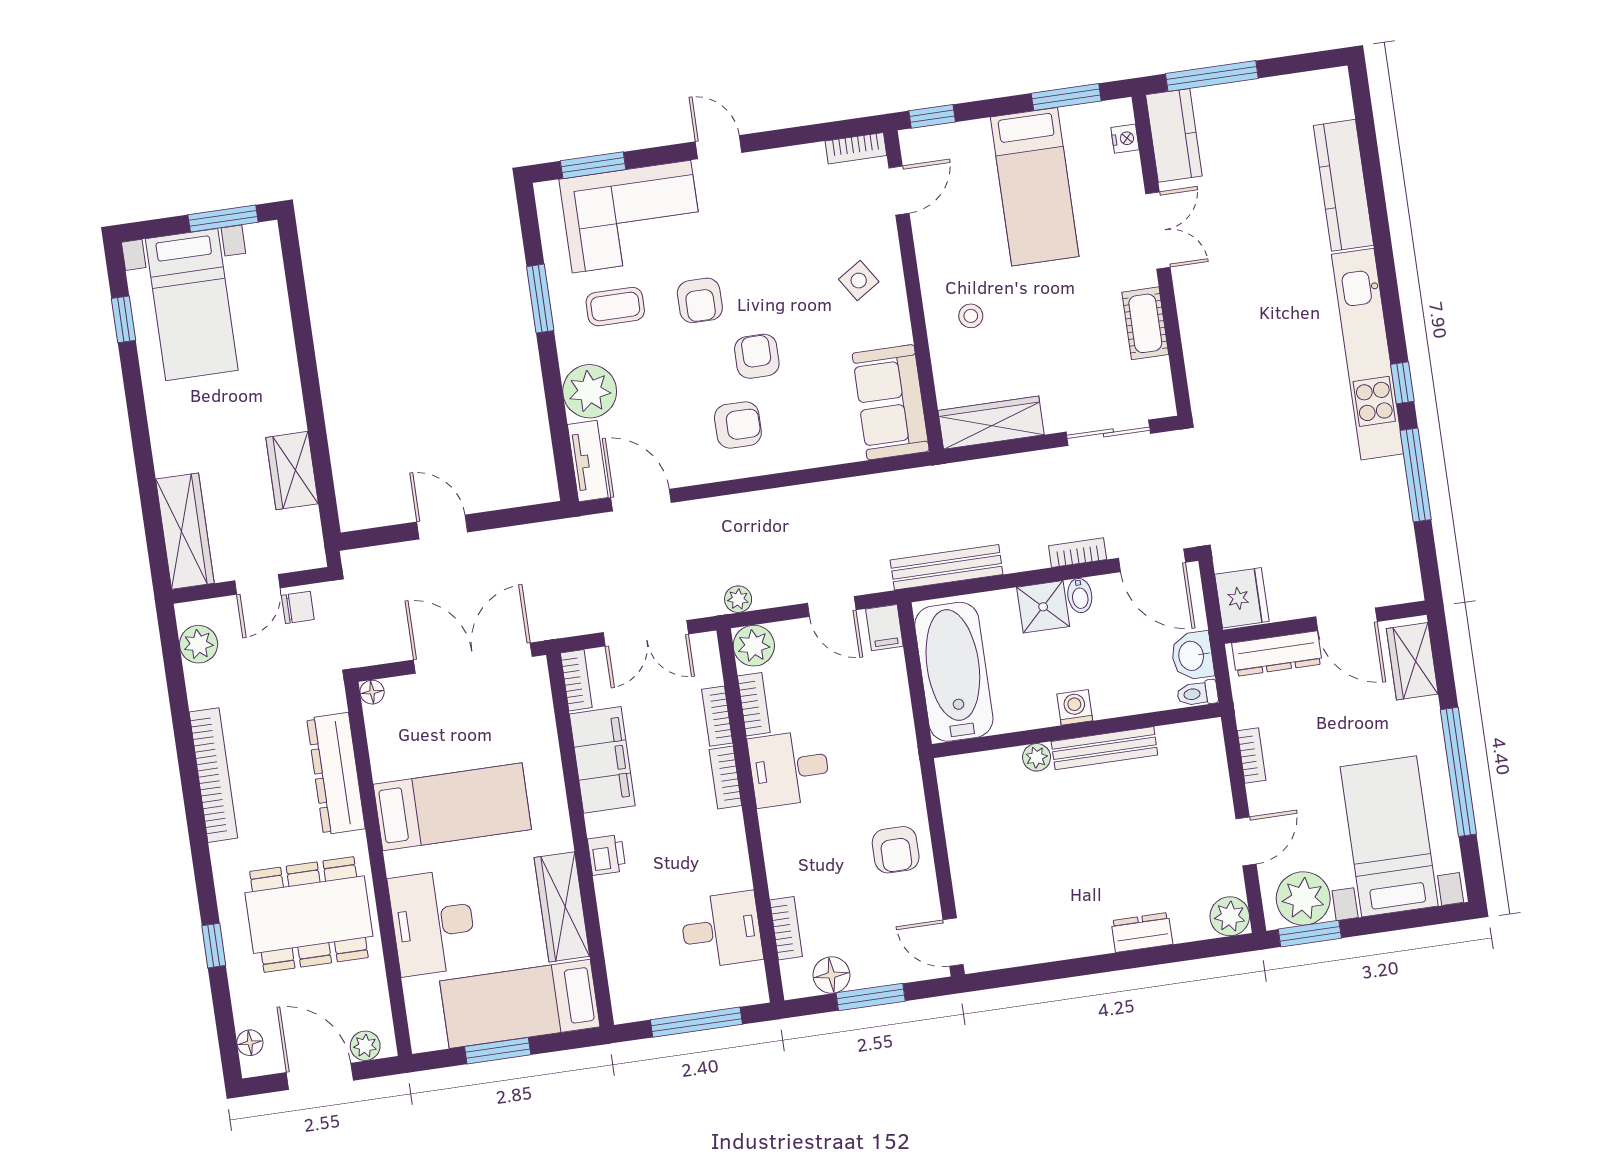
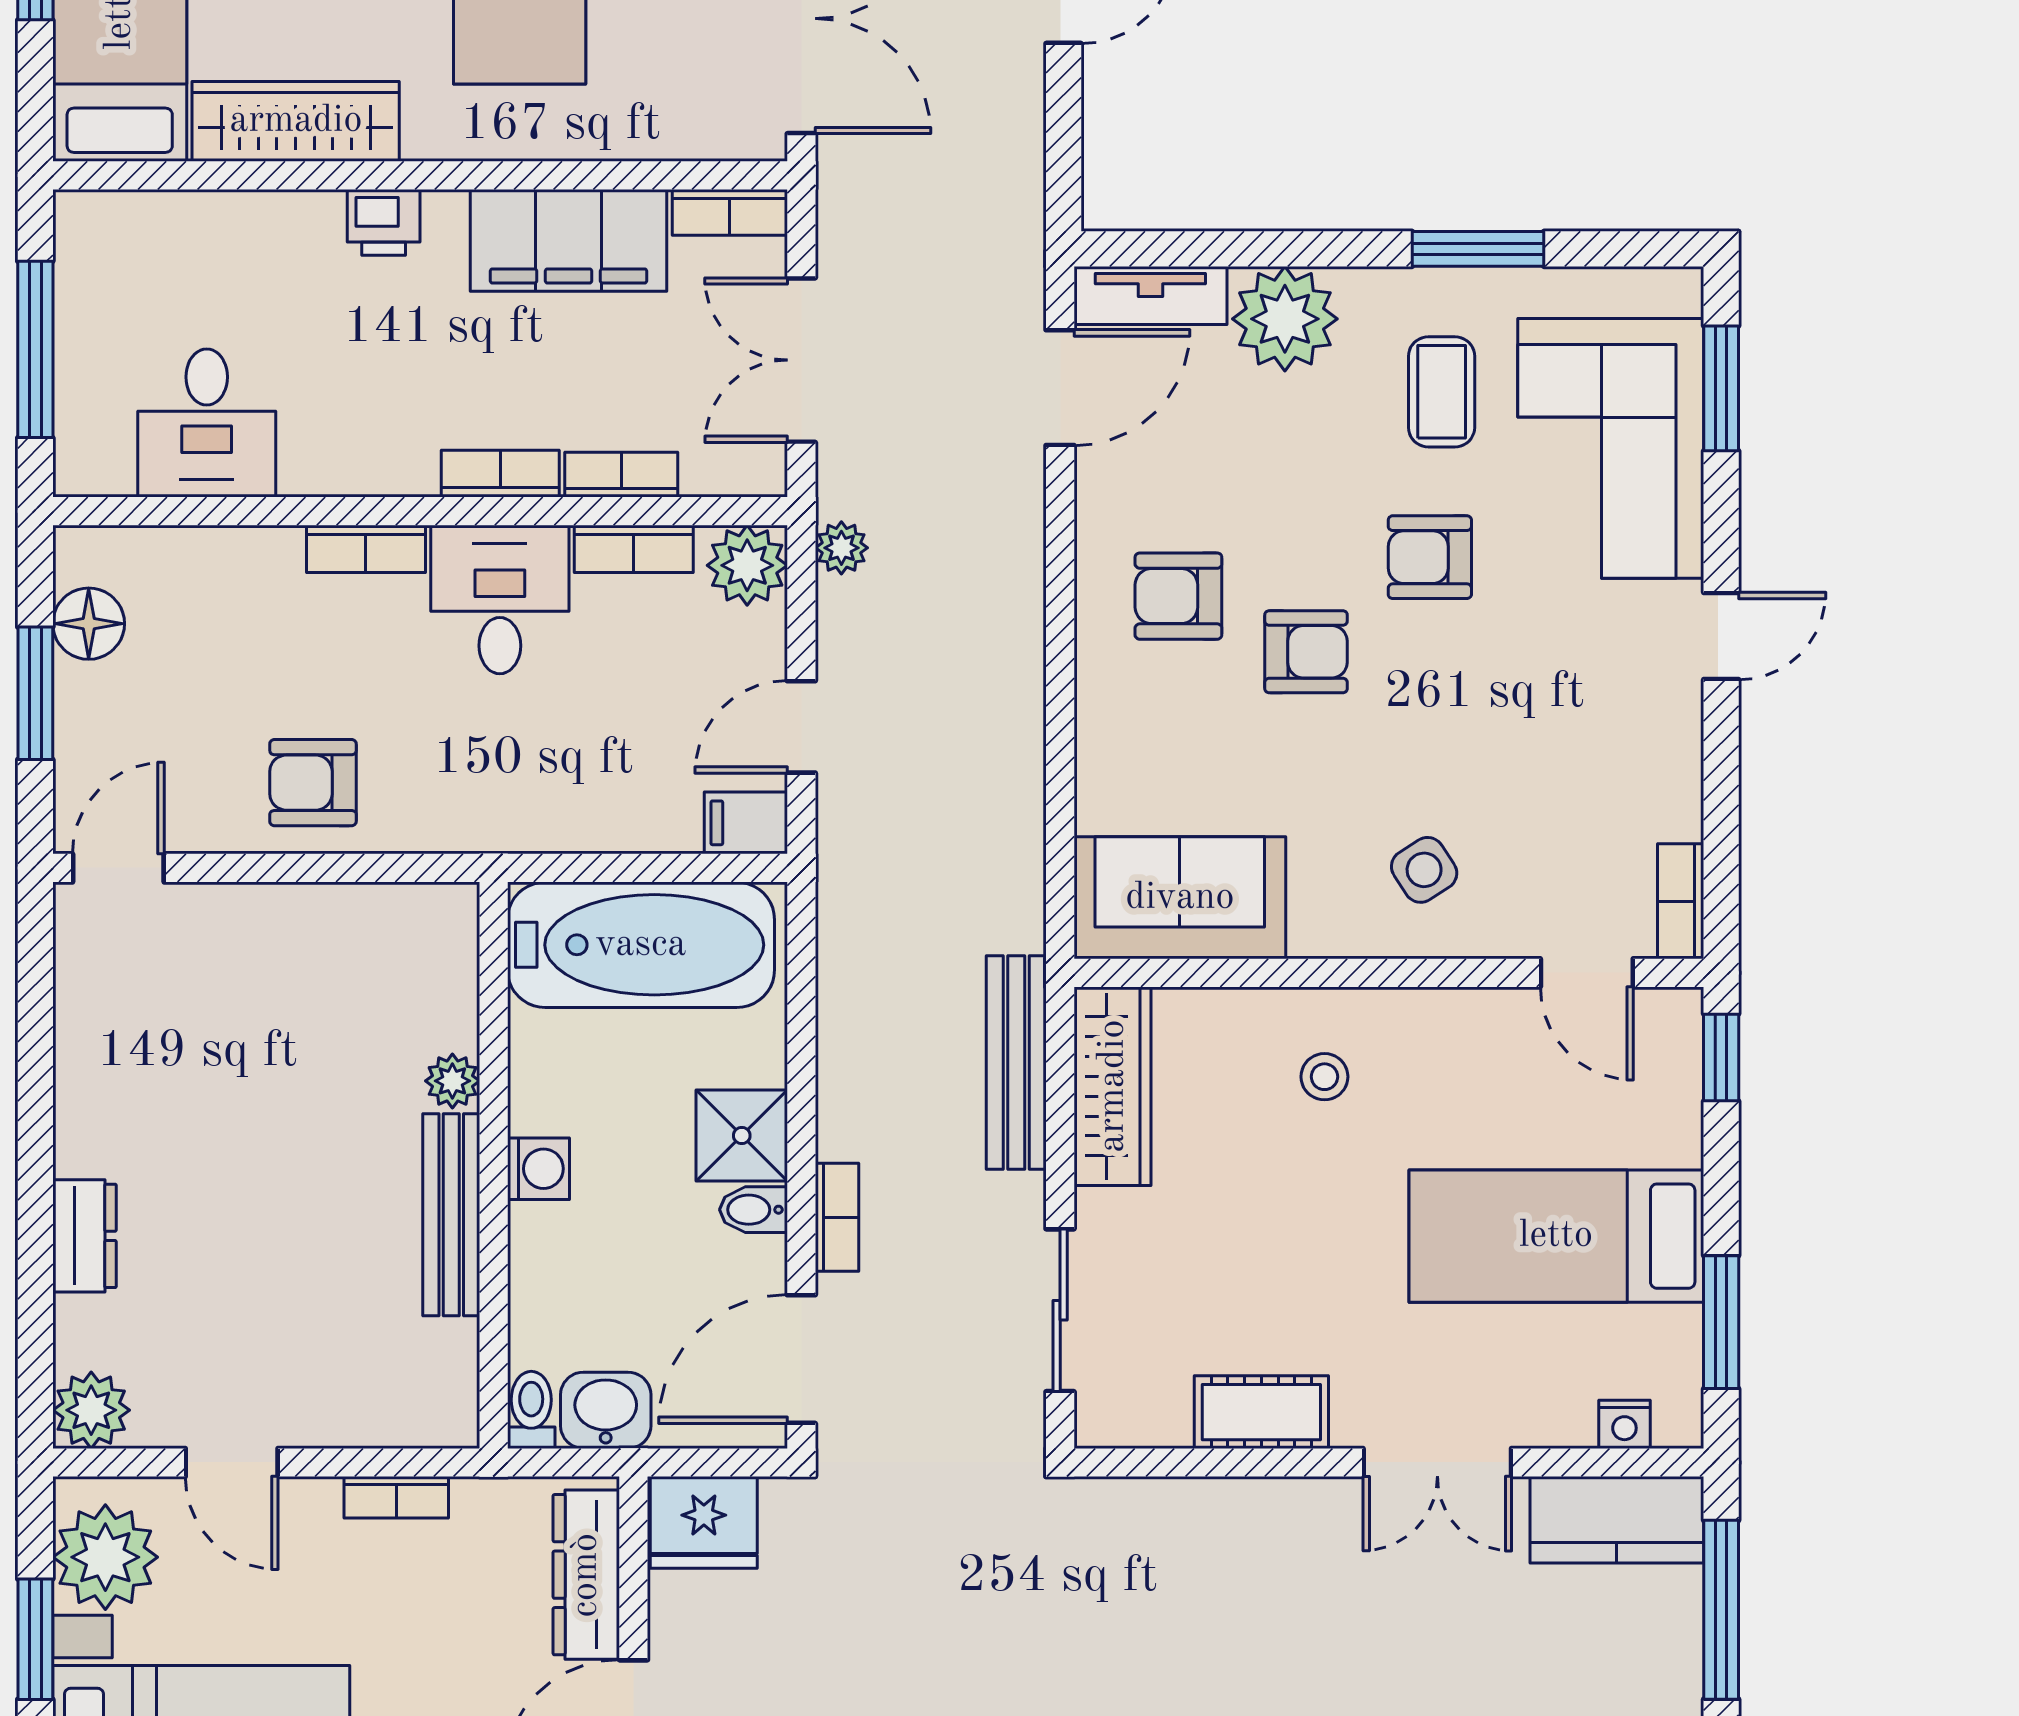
armchair: (738, 425) -> (1178, 596), turned 90
bench: (947, 567) -> (1016, 1063), moved
bookcase: (786, 928) -> (366, 549), moved
window: (1310, 934) -> (35, 1639), moved

